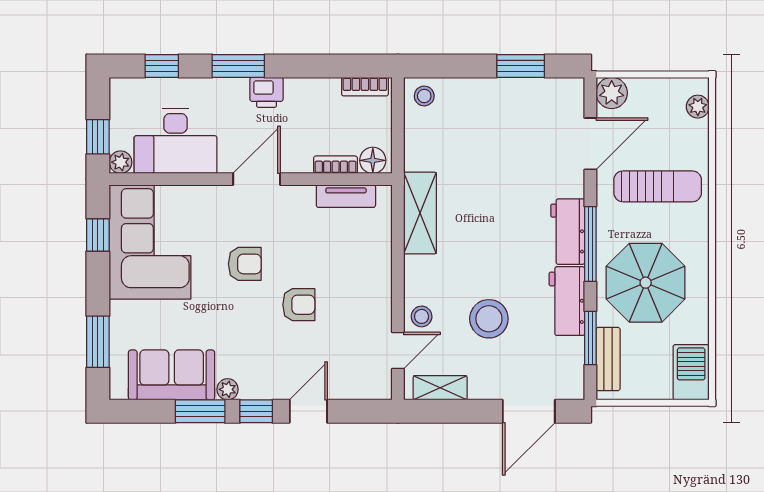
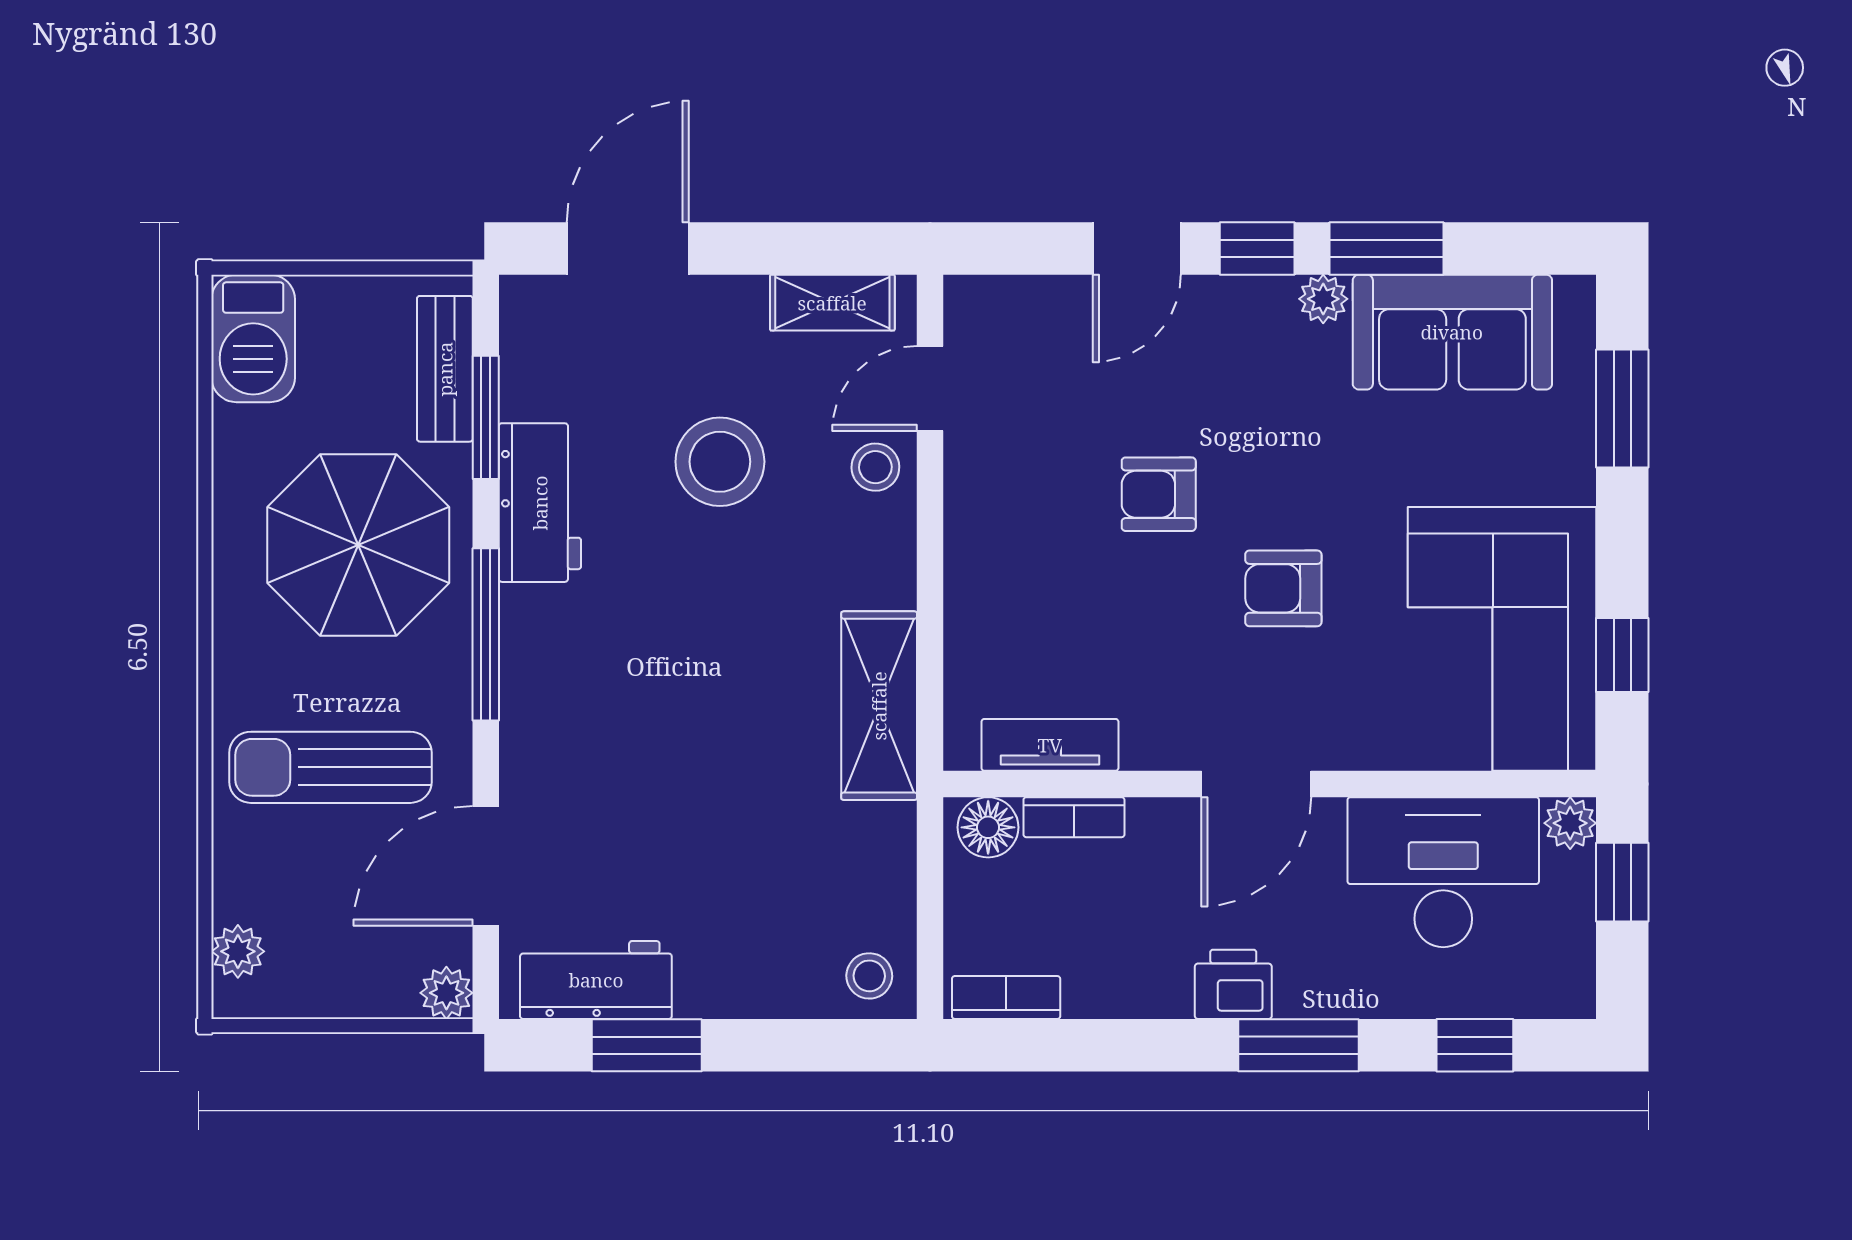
plant: (612, 93) -> (446, 993), width x0.73, depth x0.73
workbench: (568, 232) -> (596, 980), moved, turned -90

